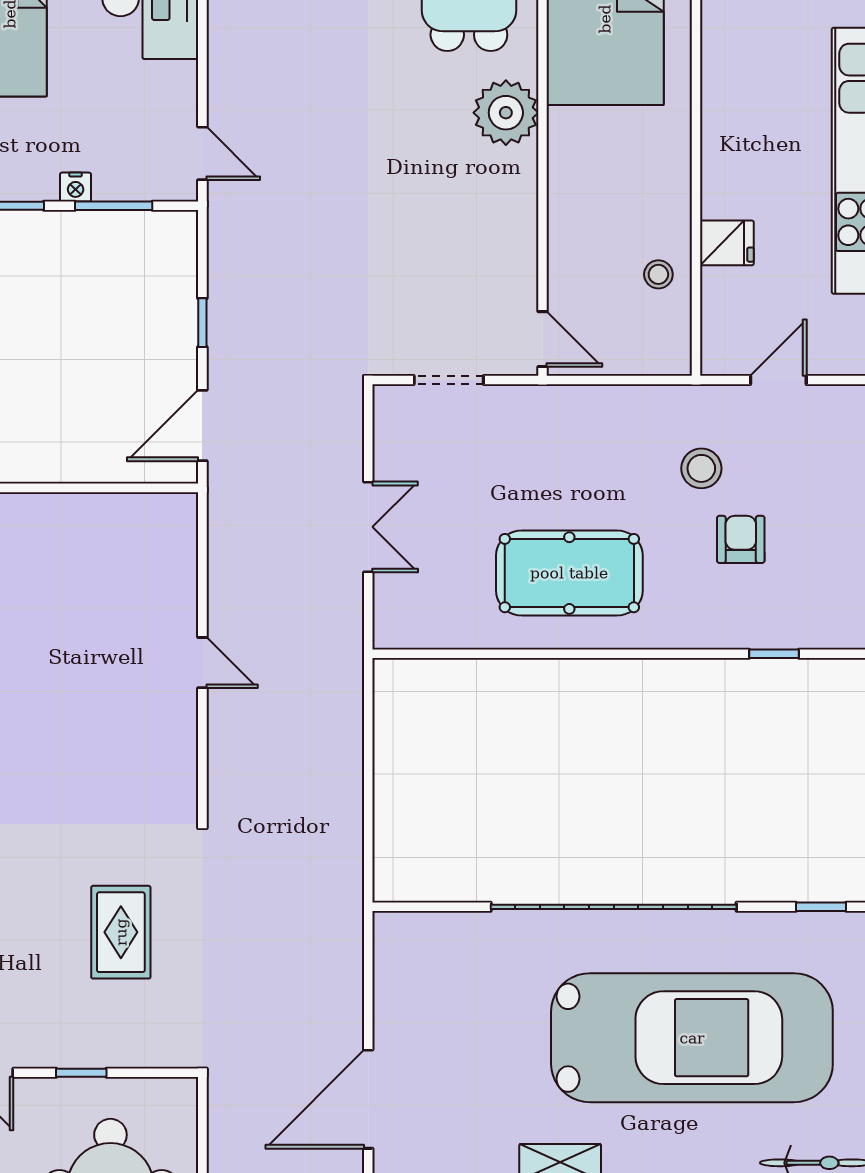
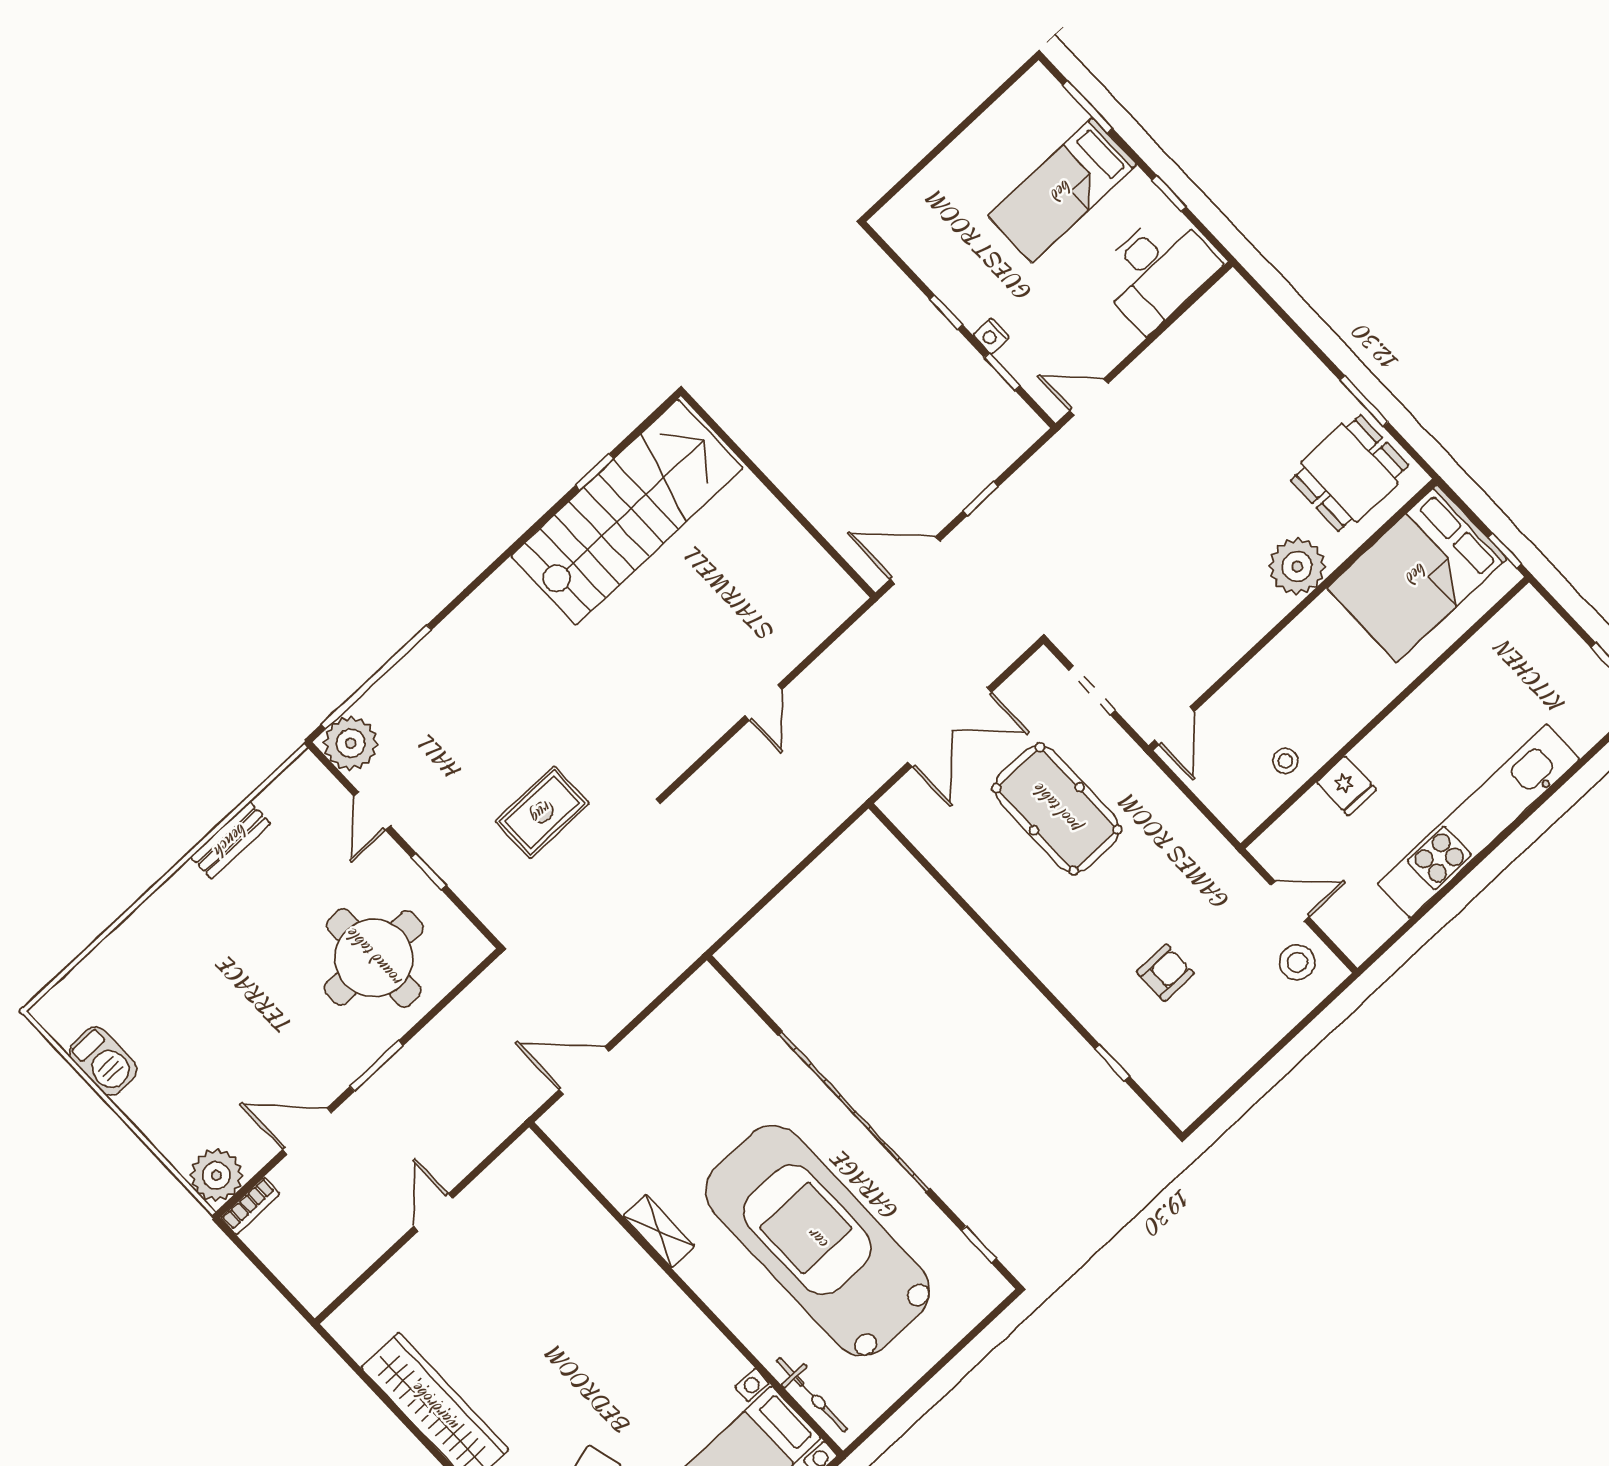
door: (202, 153) -> (1089, 397), swing flipped
window: (114, 206) -> (1002, 372), width x0.67
stool: (701, 468) -> (1297, 962), moved
double door: (368, 527) -> (950, 727), width x1.37
pool table: (569, 573) -> (1057, 809), moved
car: (692, 1038) -> (818, 1240), turned 180
door: (368, 1099) -> (584, 1071), width x0.73

